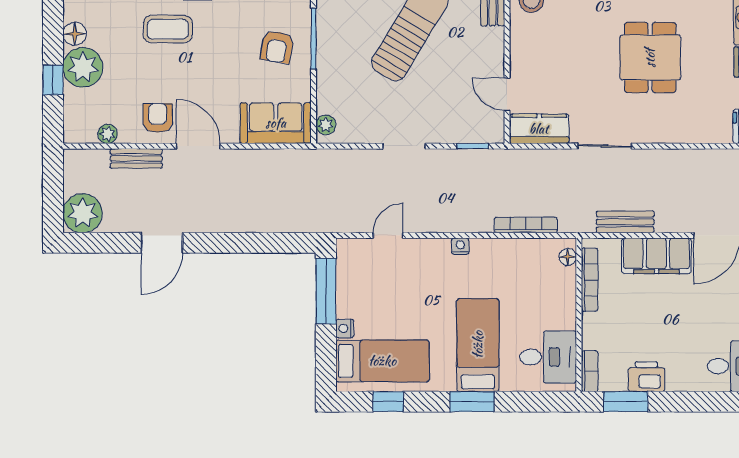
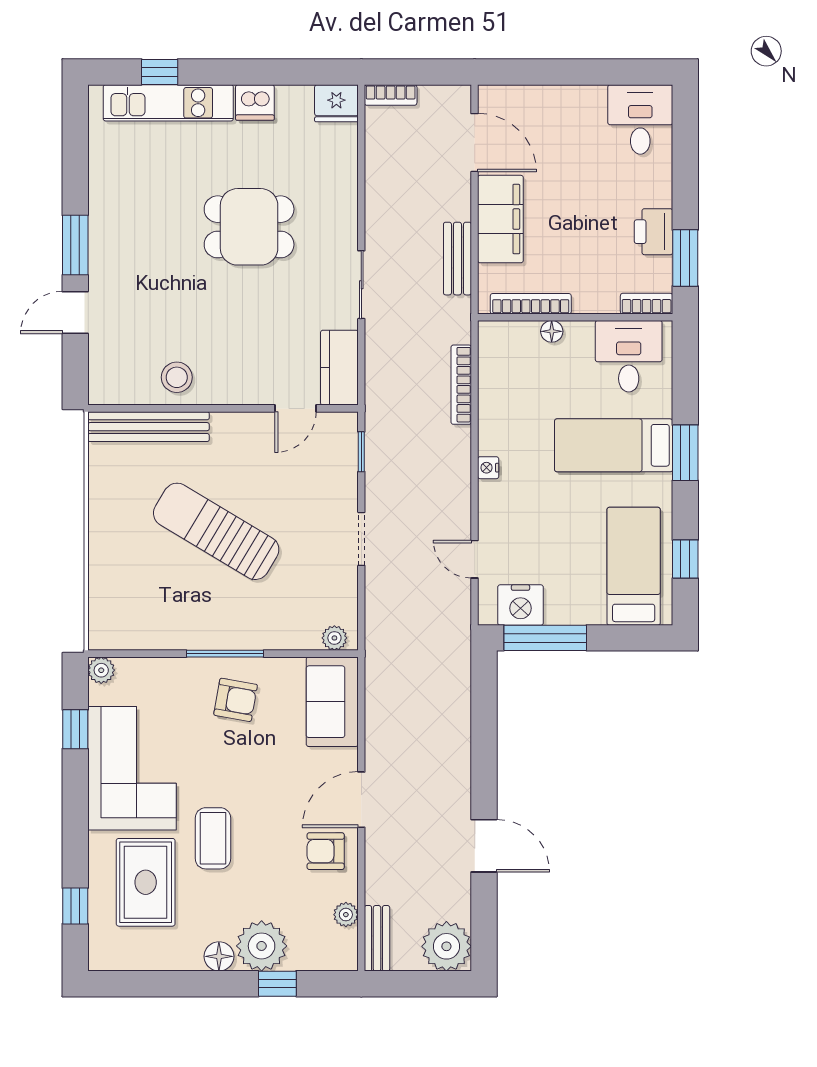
bench: (136, 158) -> (377, 938), moved
floor lamp: (568, 257) -> (552, 331), moved
nightstand: (345, 328) -> (521, 605), moved, width x1.89, depth x1.79

